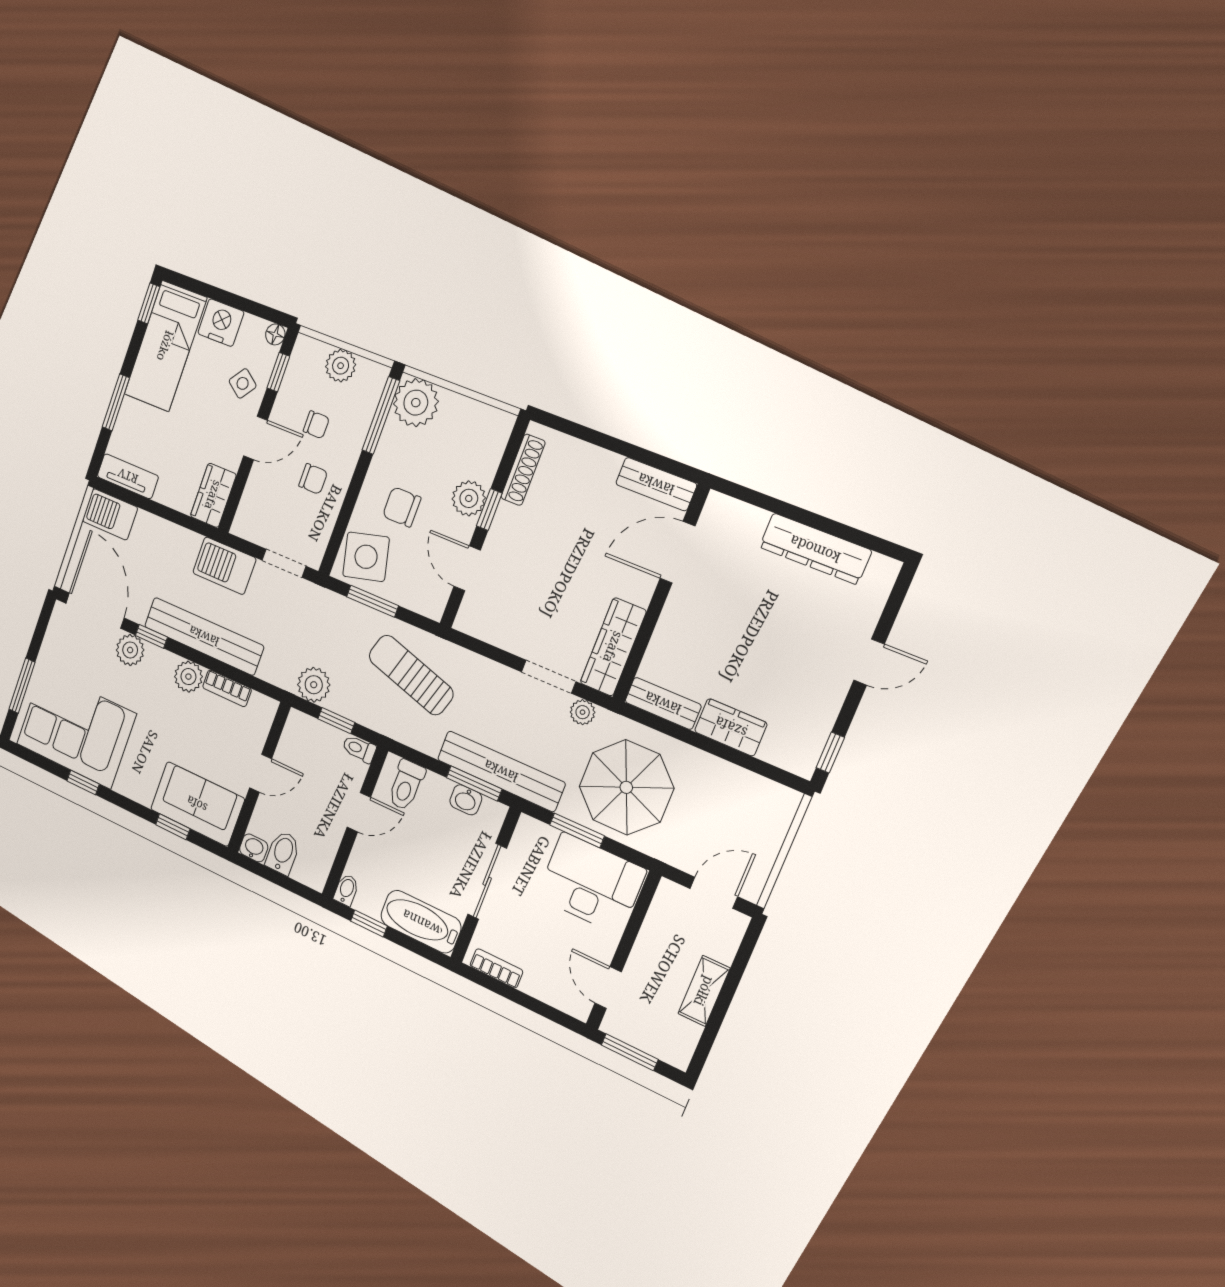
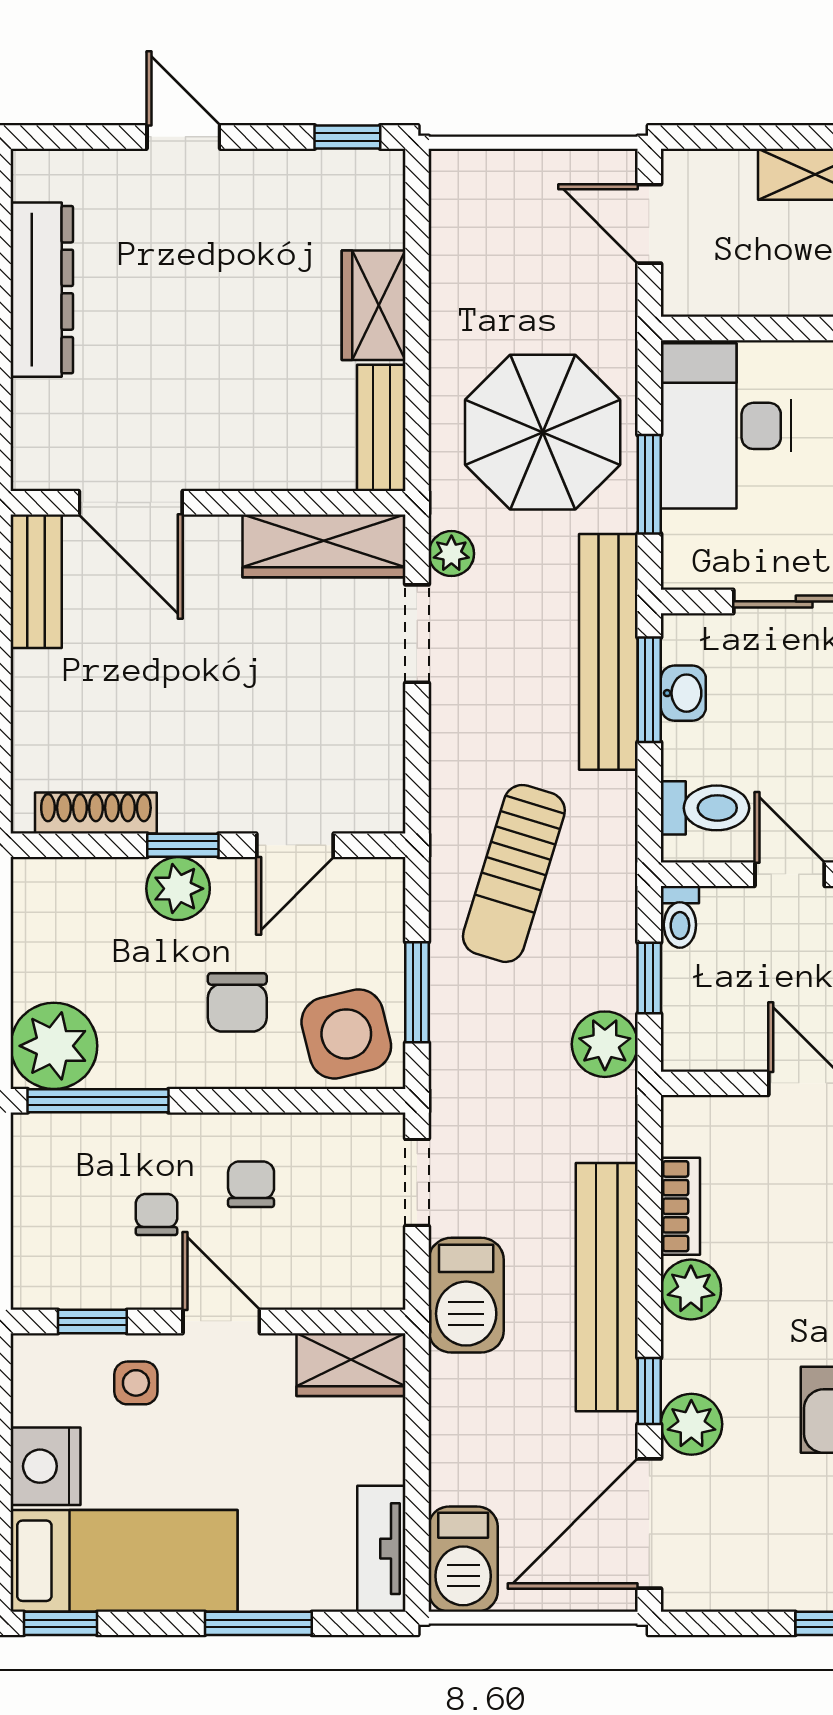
floor lamp: (275, 334) -> (30, 1352), removed
plant: (341, 366) -> (40, 1208), removed
side table: (243, 383) -> (136, 1383), turned -37

